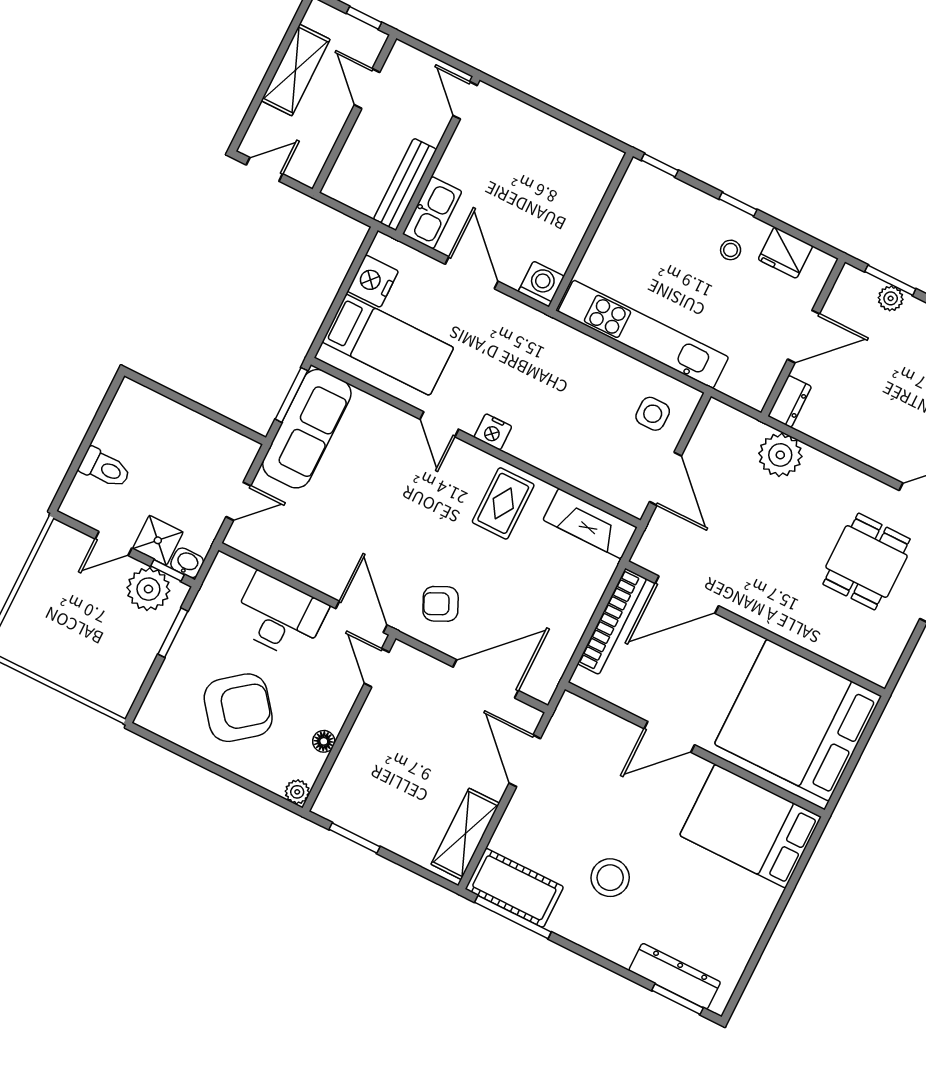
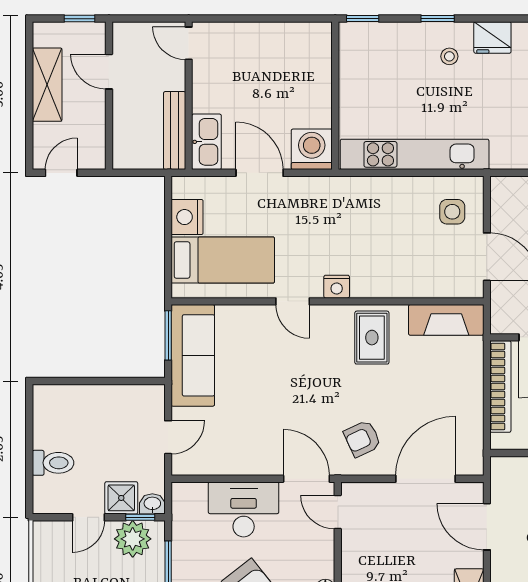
washing machine: (541, 284) -> (312, 149), width x1.37, depth x1.37

